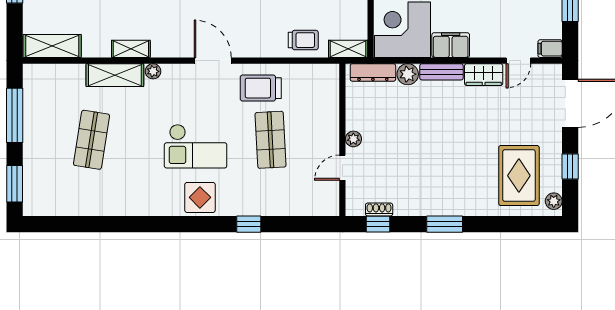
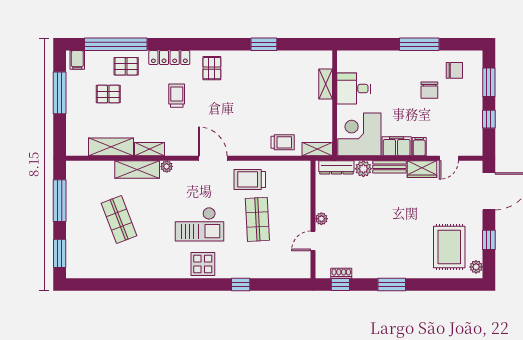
shelving: (52, 46) -> (111, 147), moved
filing cabinet: (550, 49) -> (419, 147), moved, turned 90
shop shelf: (92, 140) -> (119, 219), turned -30

